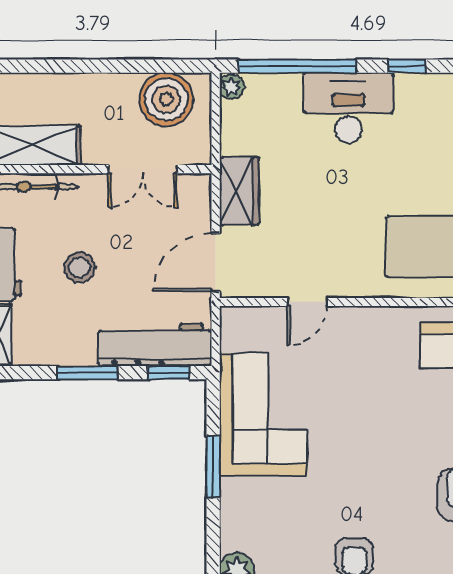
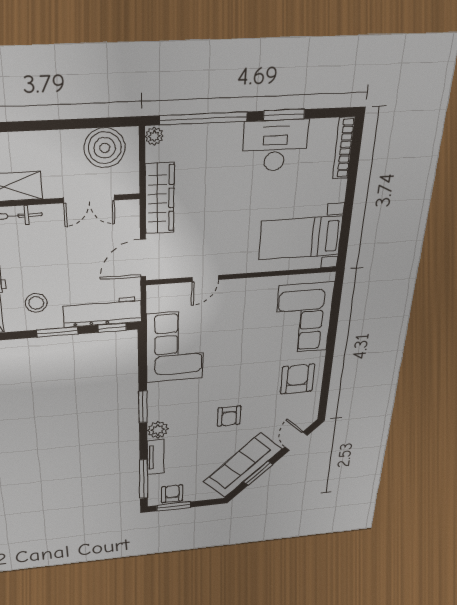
window: (406, 66) -> (284, 115), width x1.50
desk: (348, 108) -> (275, 146), moved
wardrobe: (239, 191) -> (160, 199), width x1.50
stool: (80, 267) -> (36, 303), moved
window: (213, 467) -> (143, 407), moved

